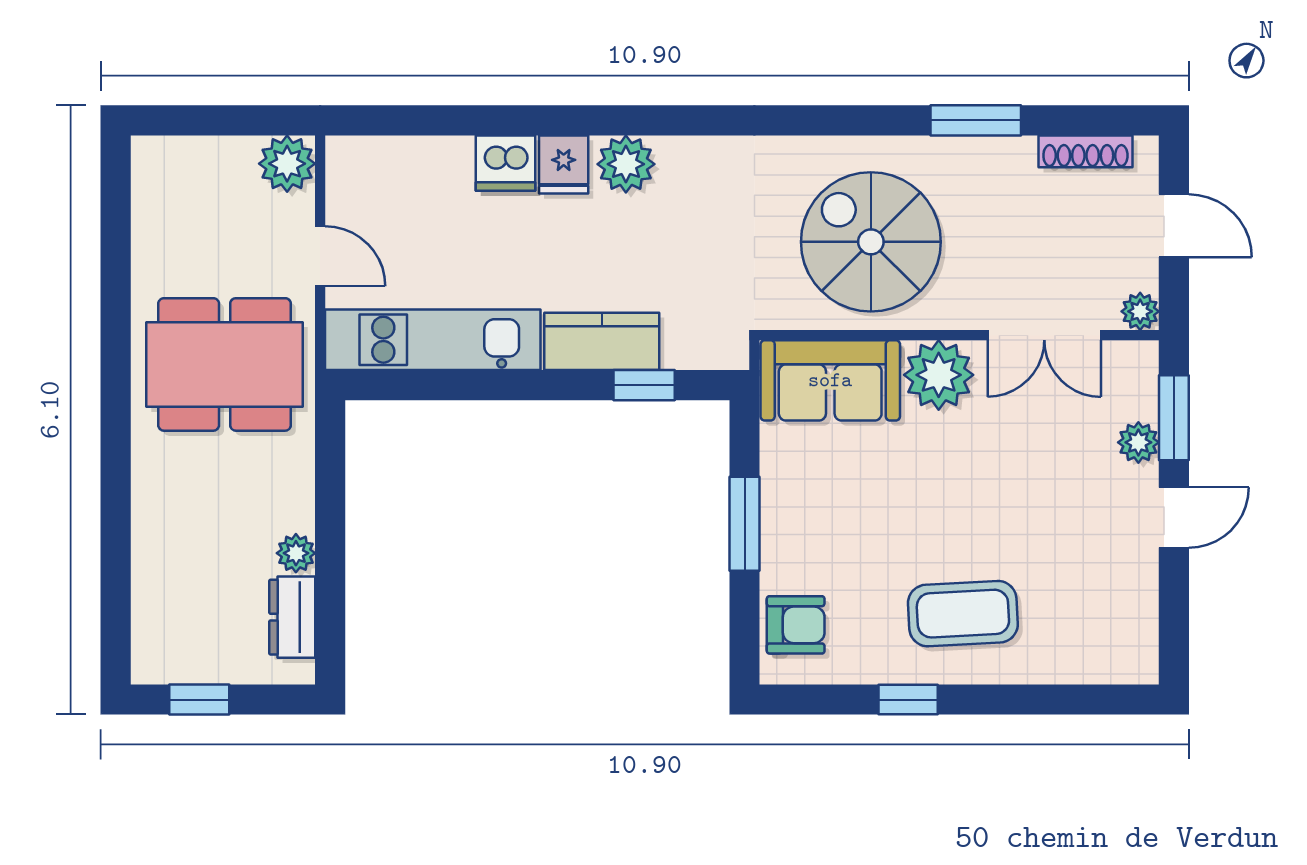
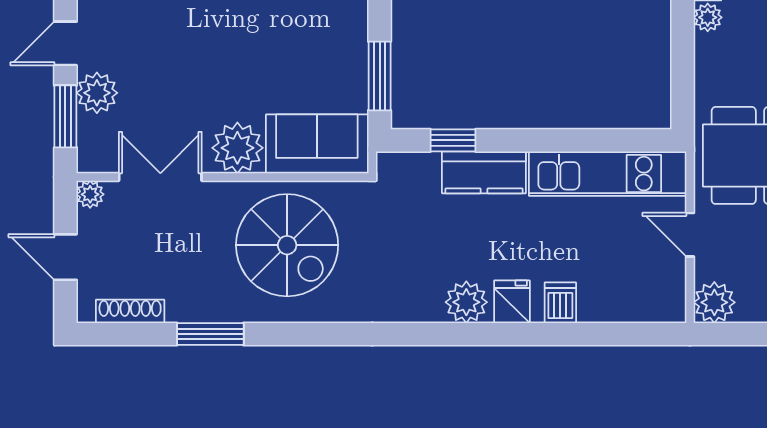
dishwasher: (506, 163) -> (560, 303), width x0.73
plant: (1138, 442) -> (97, 93), width x1.38, depth x1.38
window: (745, 524) -> (380, 76), moved

